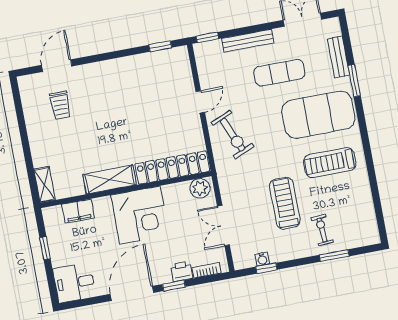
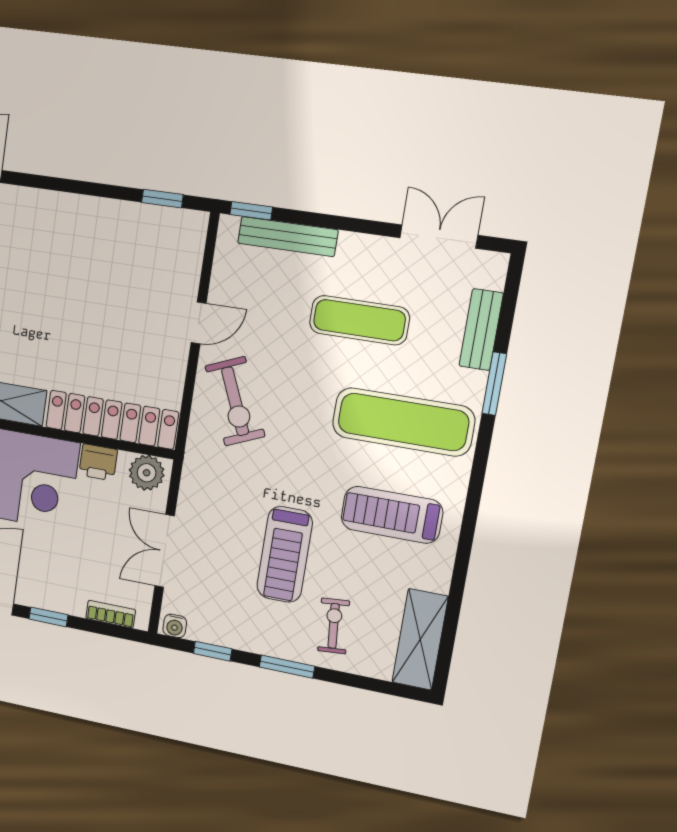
bench: (248, 41) -> (288, 237), moved
exercise mat: (318, 115) -> (403, 422), width x0.68
treadmill: (285, 203) -> (285, 554), turned 180
shelving: (366, 220) -> (420, 639), added
window: (334, 256) -> (287, 667), moved
water cooler: (262, 259) -> (175, 626), moved
printer: (182, 271) -> (98, 462), moved, turned 180

